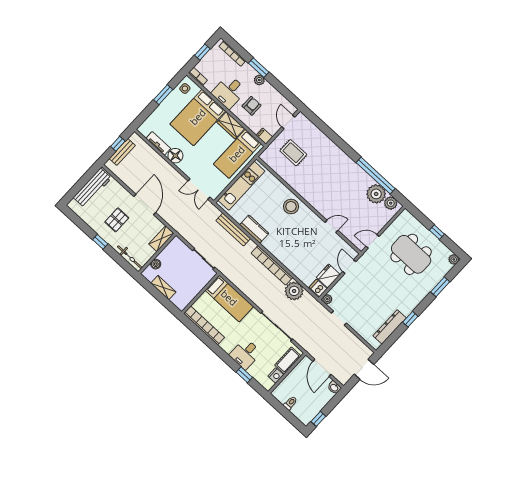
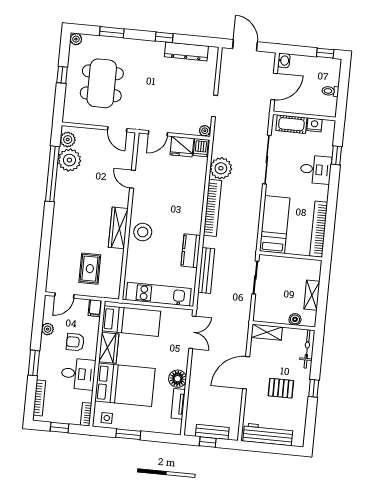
plant: (259, 80) -> (48, 329), moved
wardrobe: (306, 192) -> (118, 228), added

